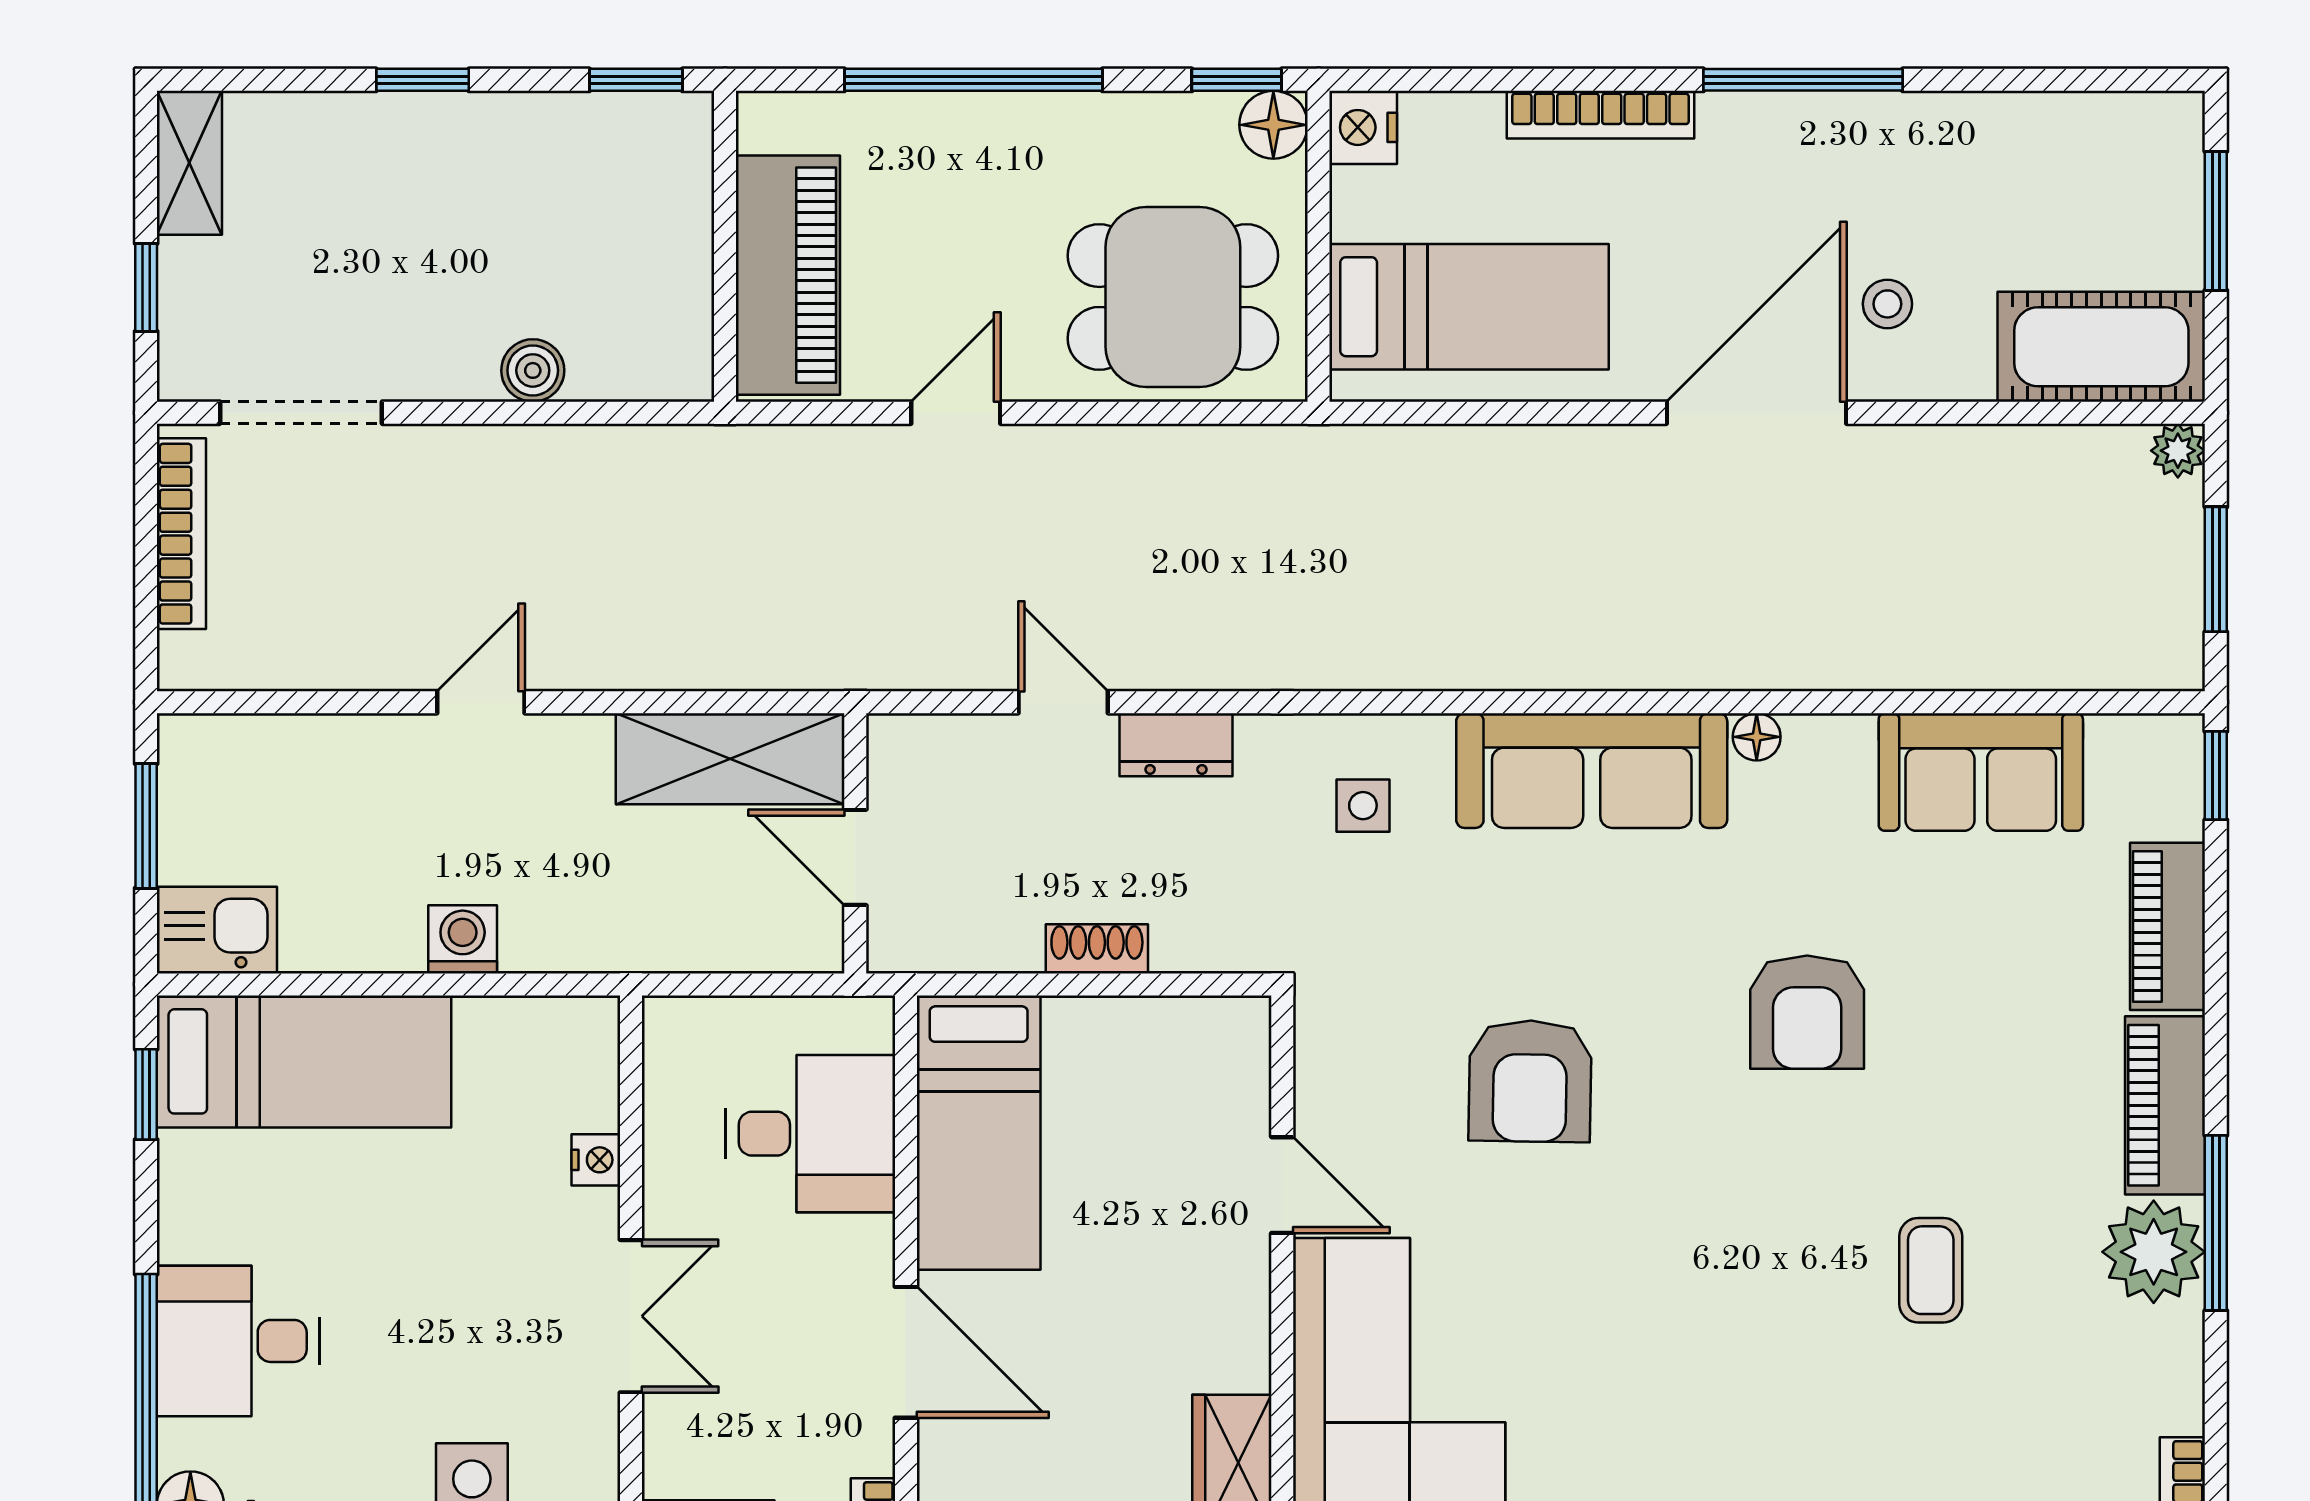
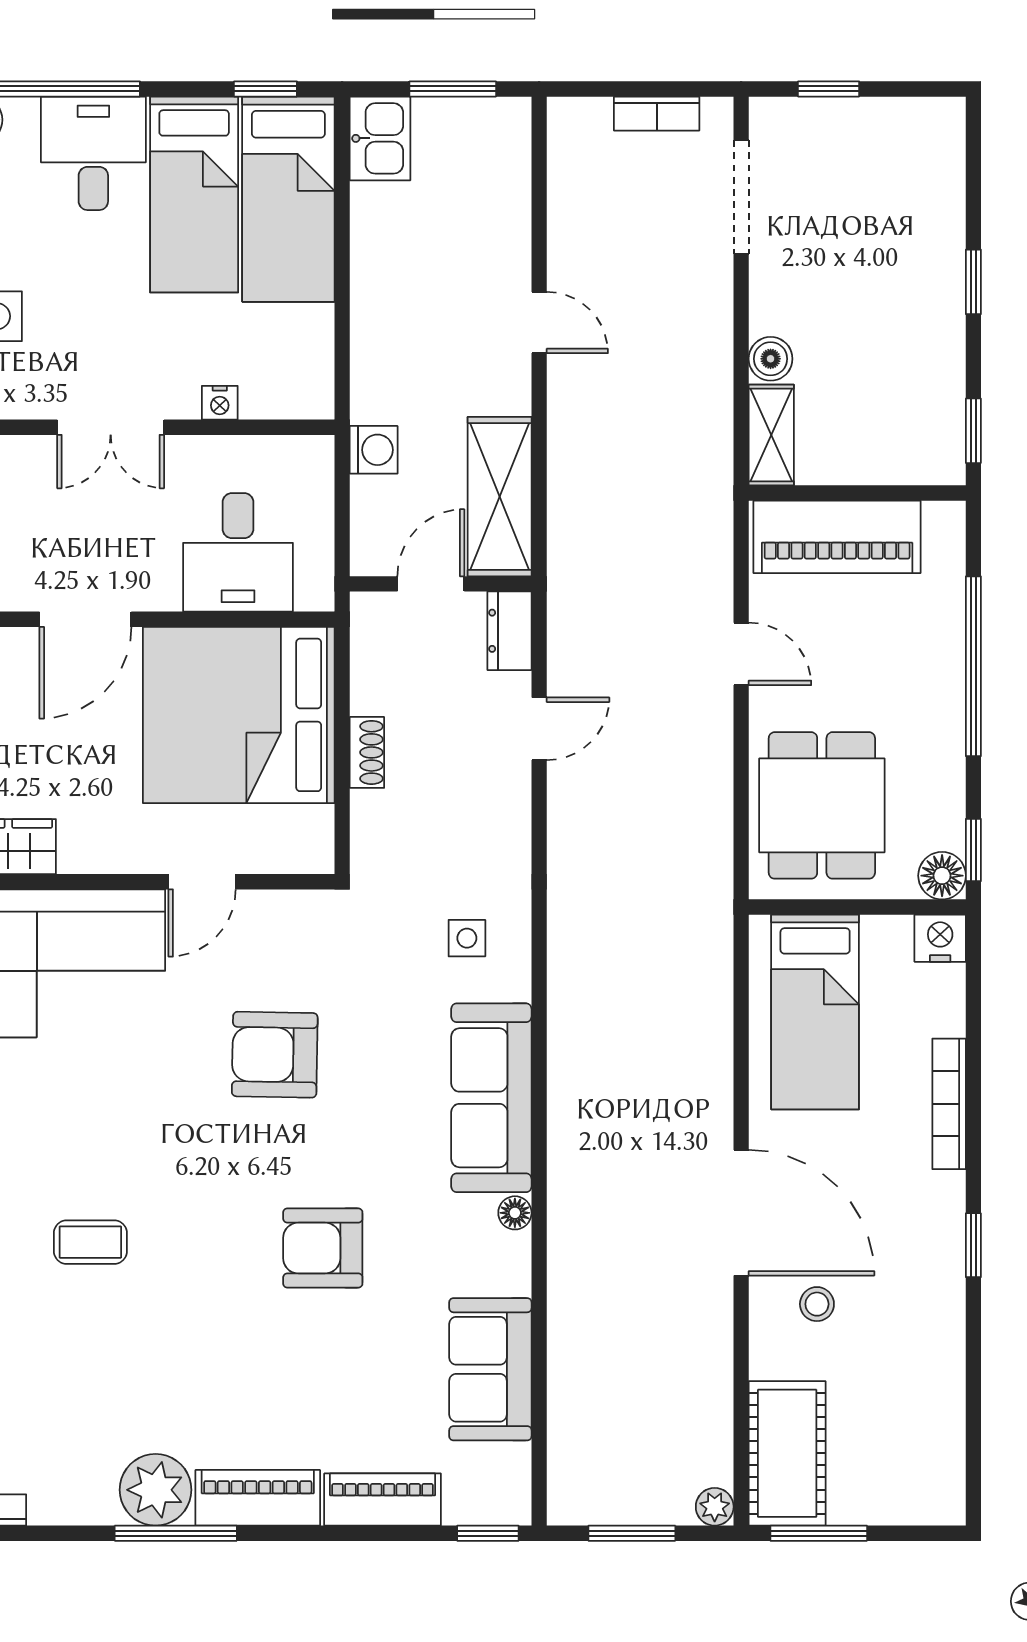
window: (1803, 80) -> (973, 1245), width x0.46
shelving: (189, 163) -> (771, 435), moved, turned 90
window: (2216, 221) -> (819, 1533), moved
bookcase: (181, 534) -> (657, 114), width x0.64
dresser: (1176, 745) -> (509, 631), moved
washing machine: (463, 939) -> (374, 450), moved
bed: (979, 1133) -> (239, 715), width x2.04
bed: (297, 1197) -> (194, 194), added
coffee table: (1931, 1270) -> (90, 1242), moved

